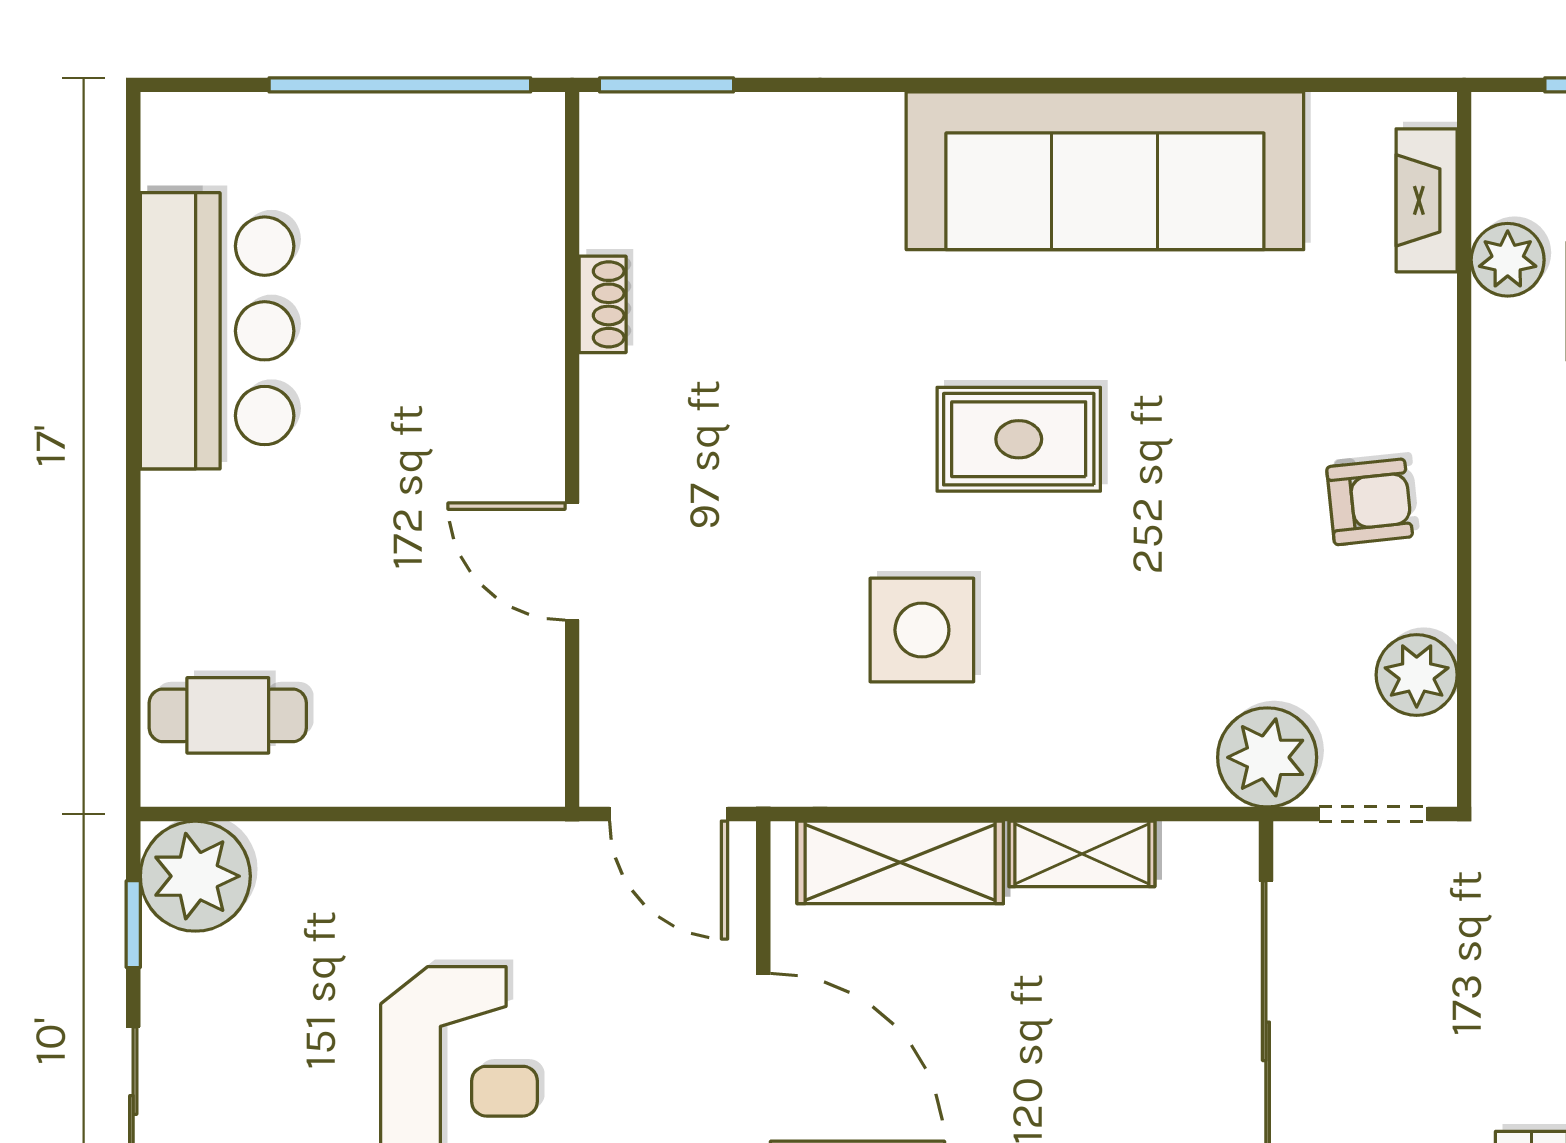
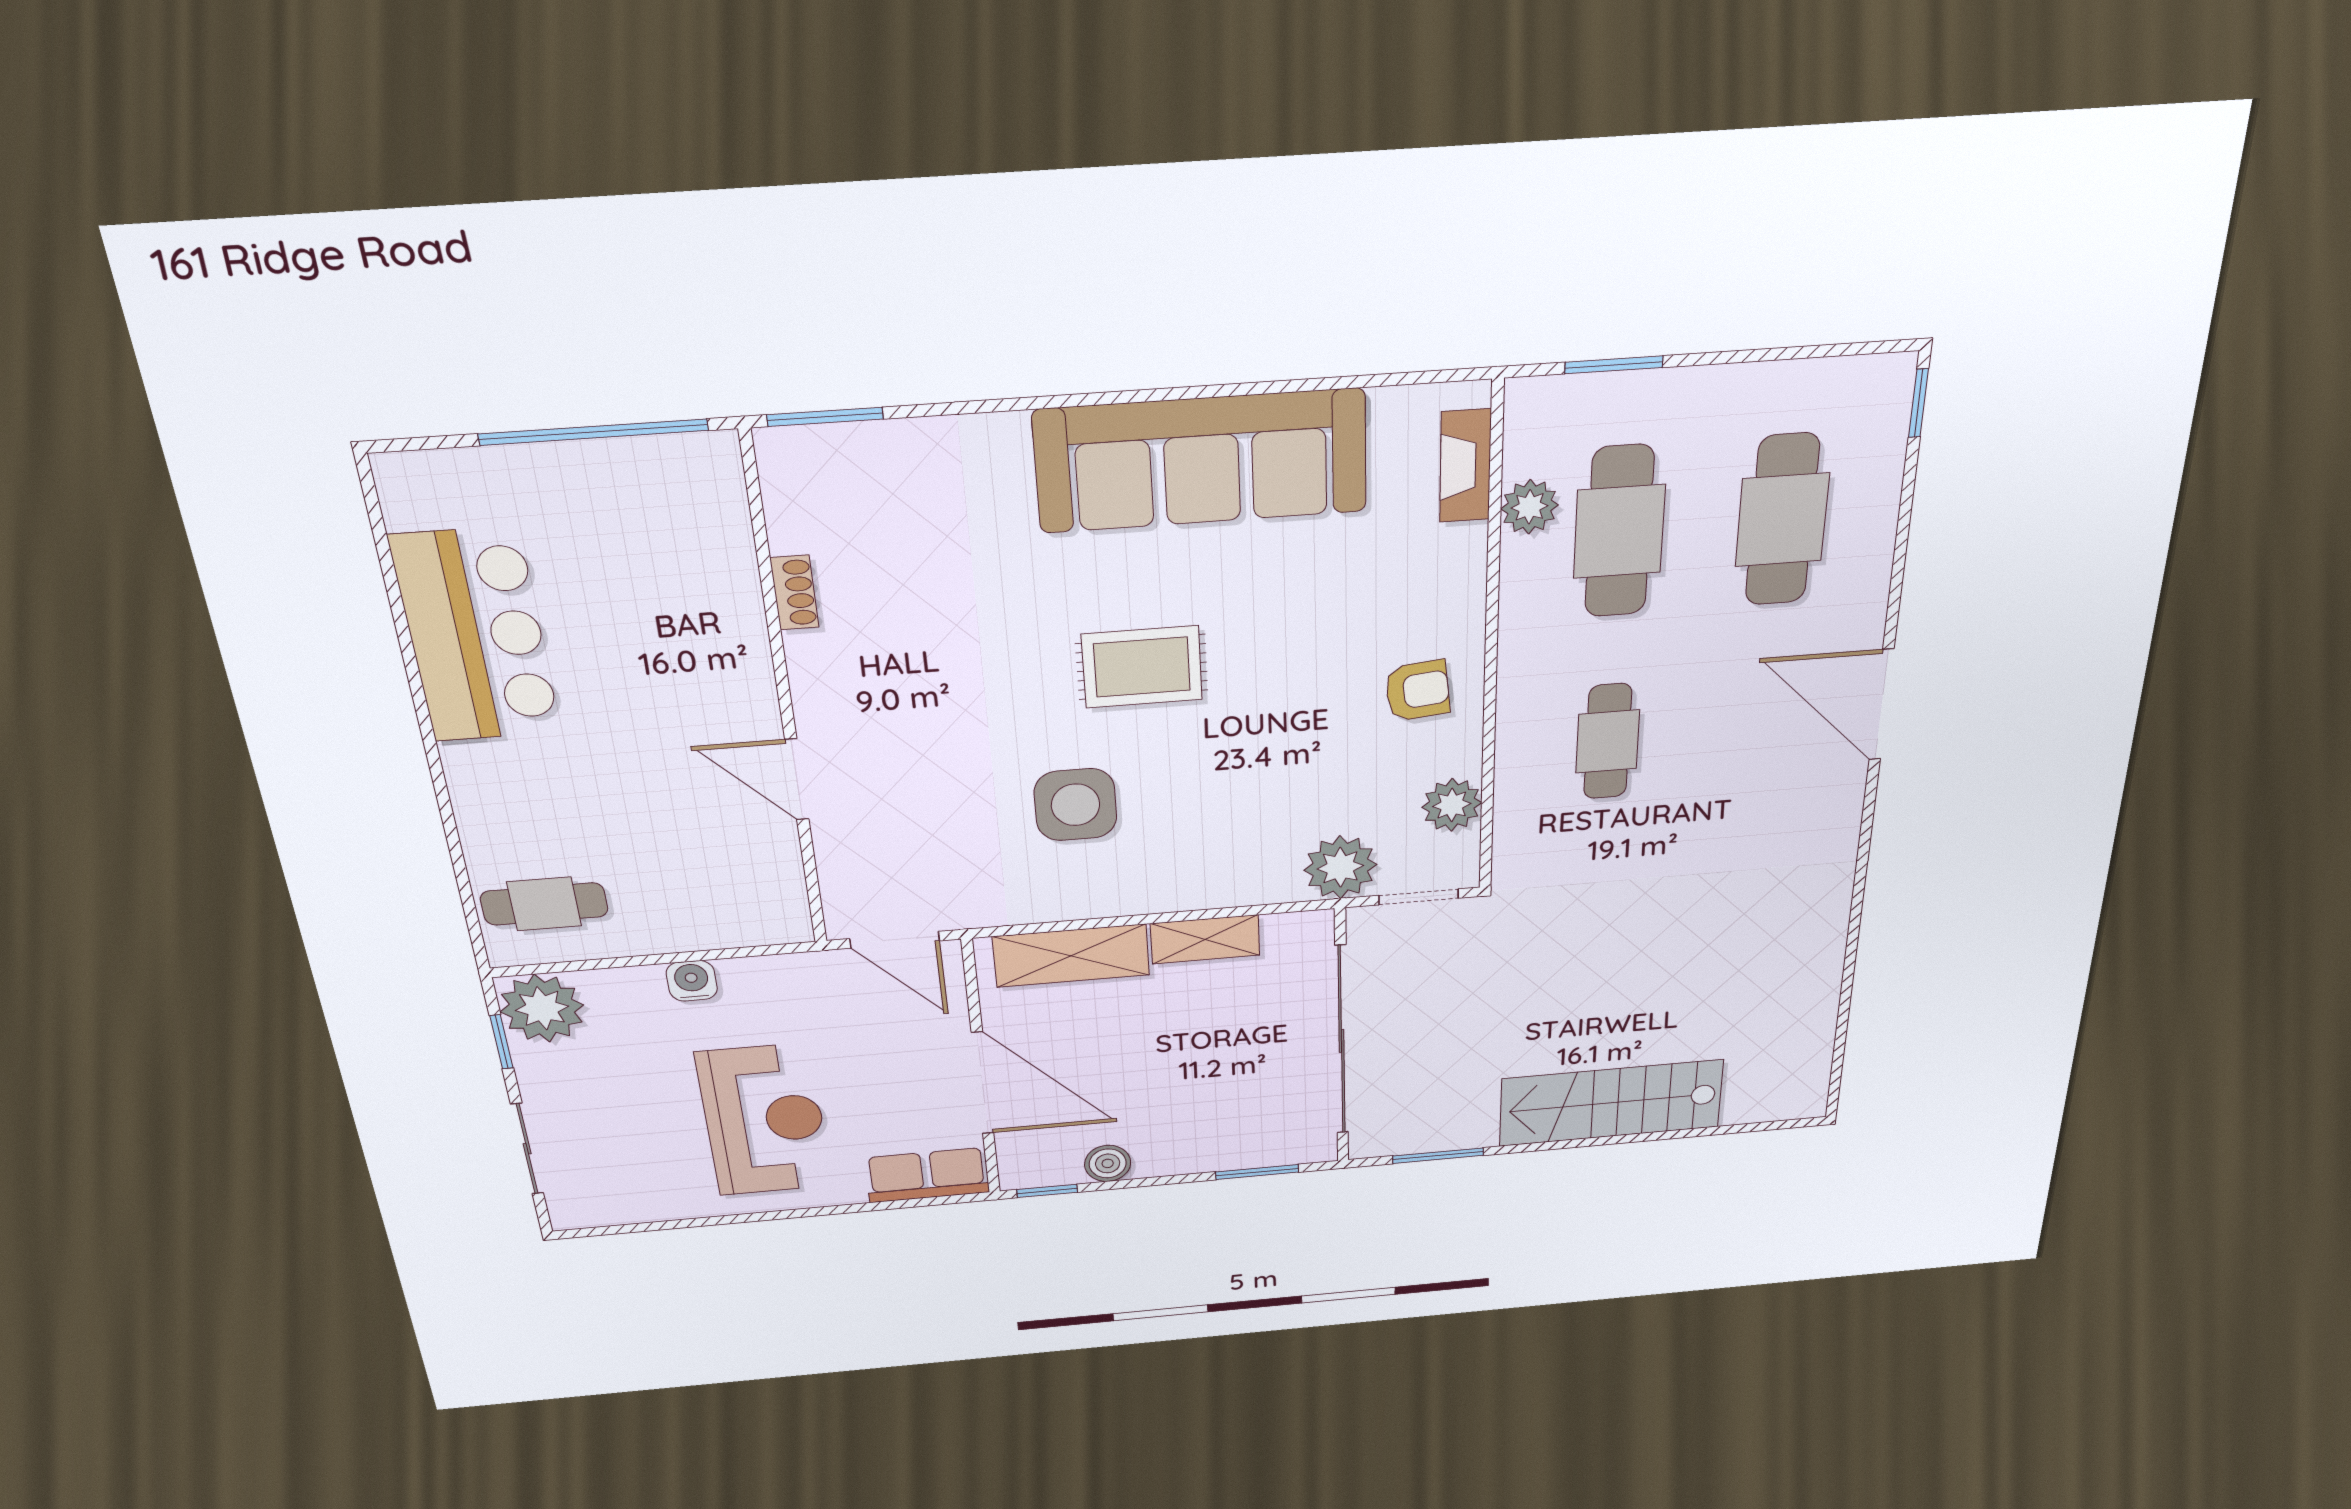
water cooler: (396, 852) -> (692, 981), added

